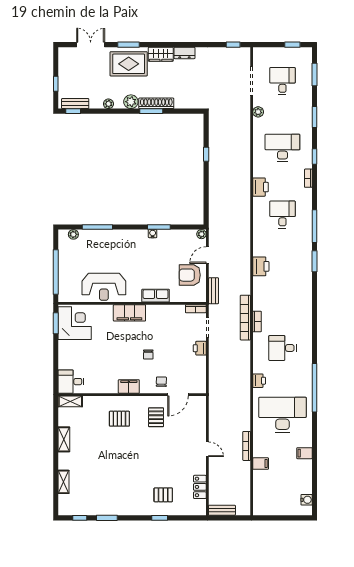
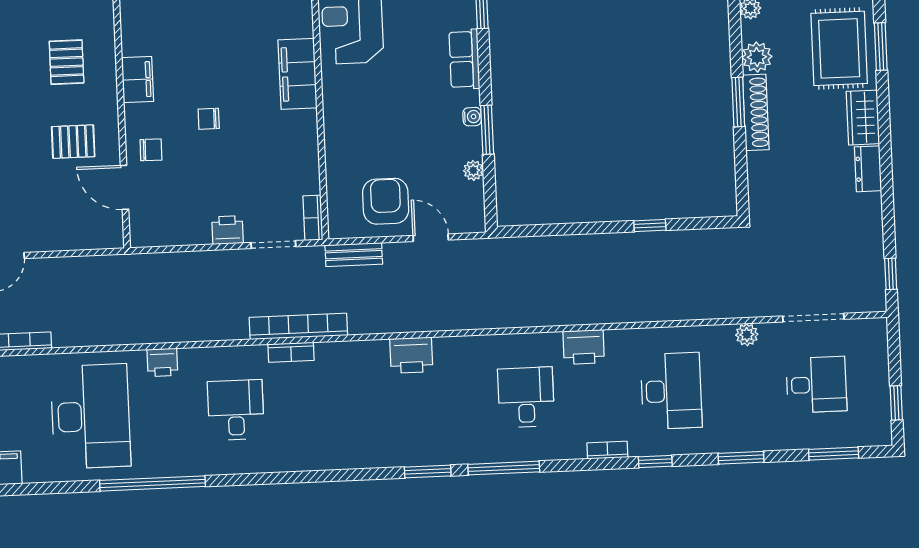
desk: (282, 214) -> (526, 397), turned -90
plant: (201, 234) -> (473, 170), moved
row of seats: (156, 296) -> (464, 59), moved, turned 180

